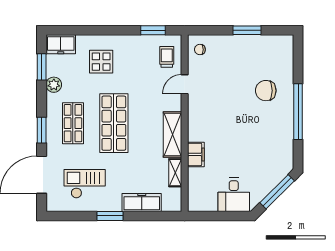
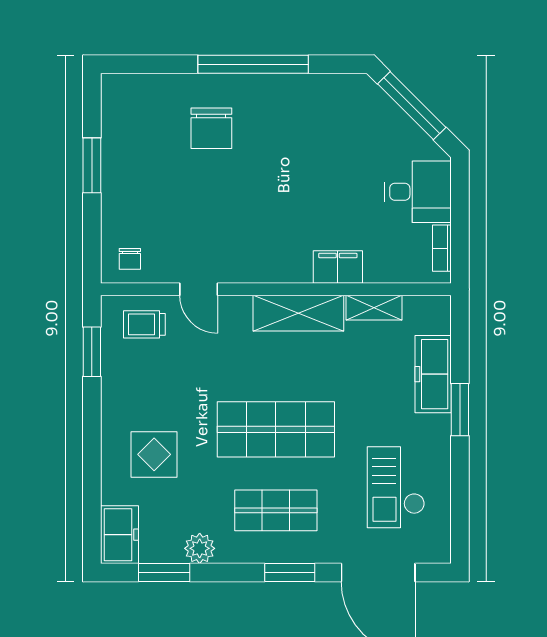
bookcase: (205, 207) -> (442, 248), added
window: (110, 216) -> (460, 410), moved

